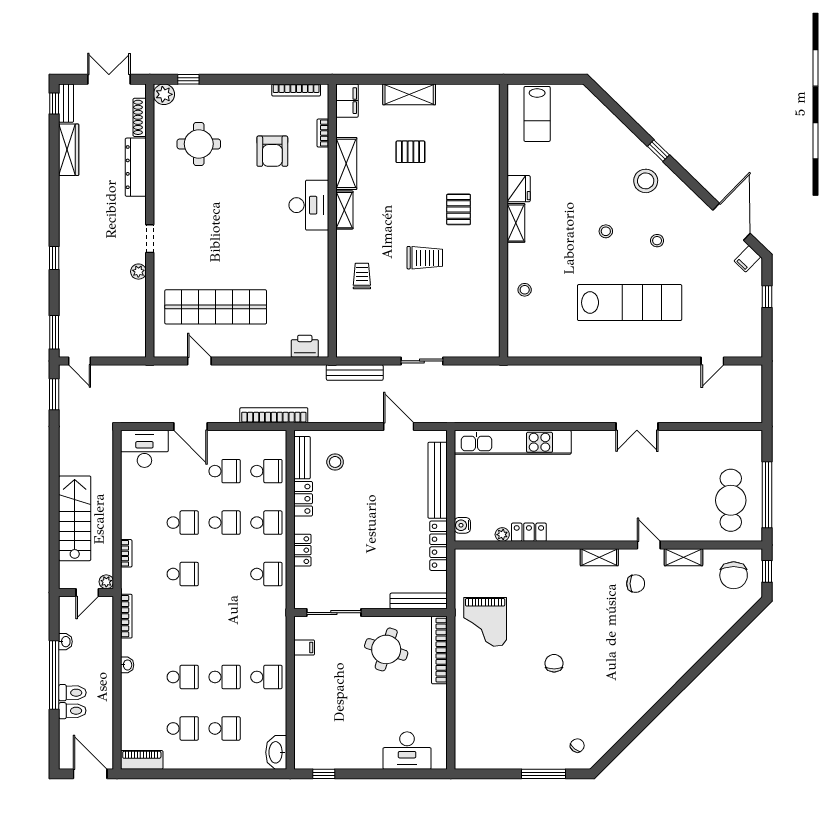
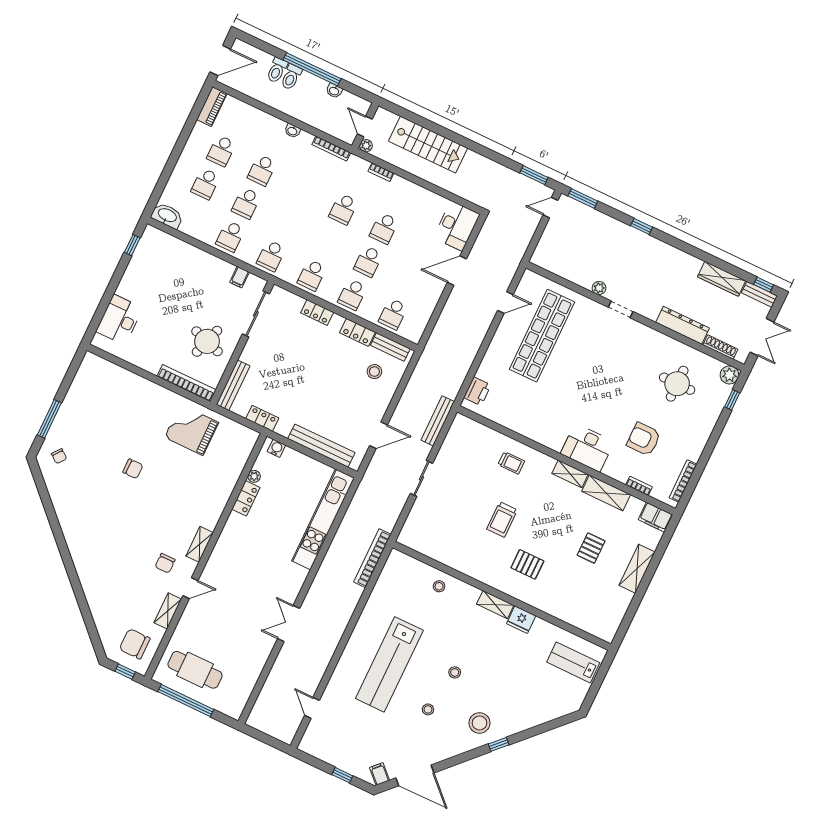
bookcase: (274, 415) -> (372, 558), moved, turned 180
school desk: (225, 471) -> (271, 256), moved
locker: (438, 546) -> (262, 418), width x0.66

